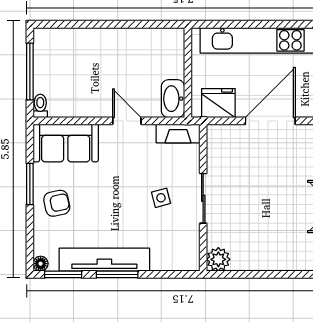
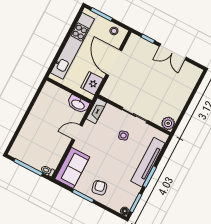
tv unit: (104, 260) -> (148, 162), moved

